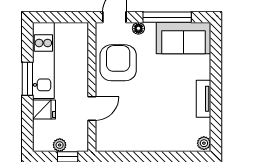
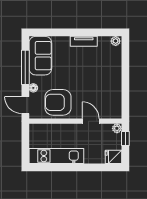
window: (27, 79) -> (69, 167), removed
fridge: (44, 110) -> (113, 157), moved, turned -90
plant: (60, 145) -> (117, 128), moved

